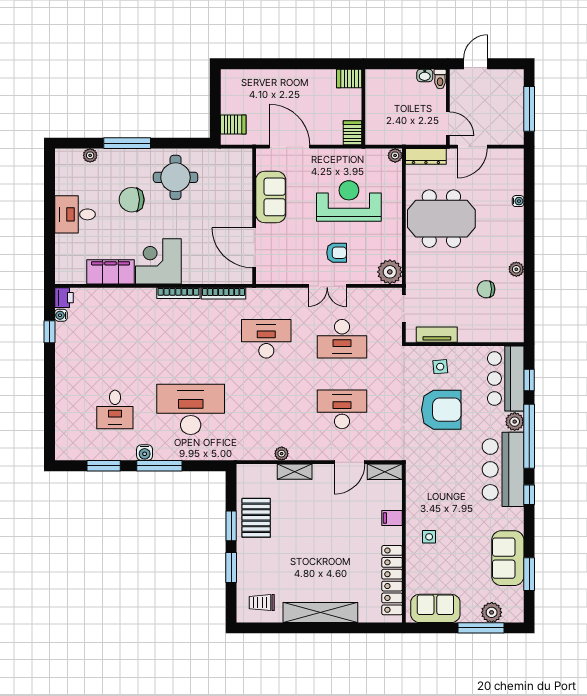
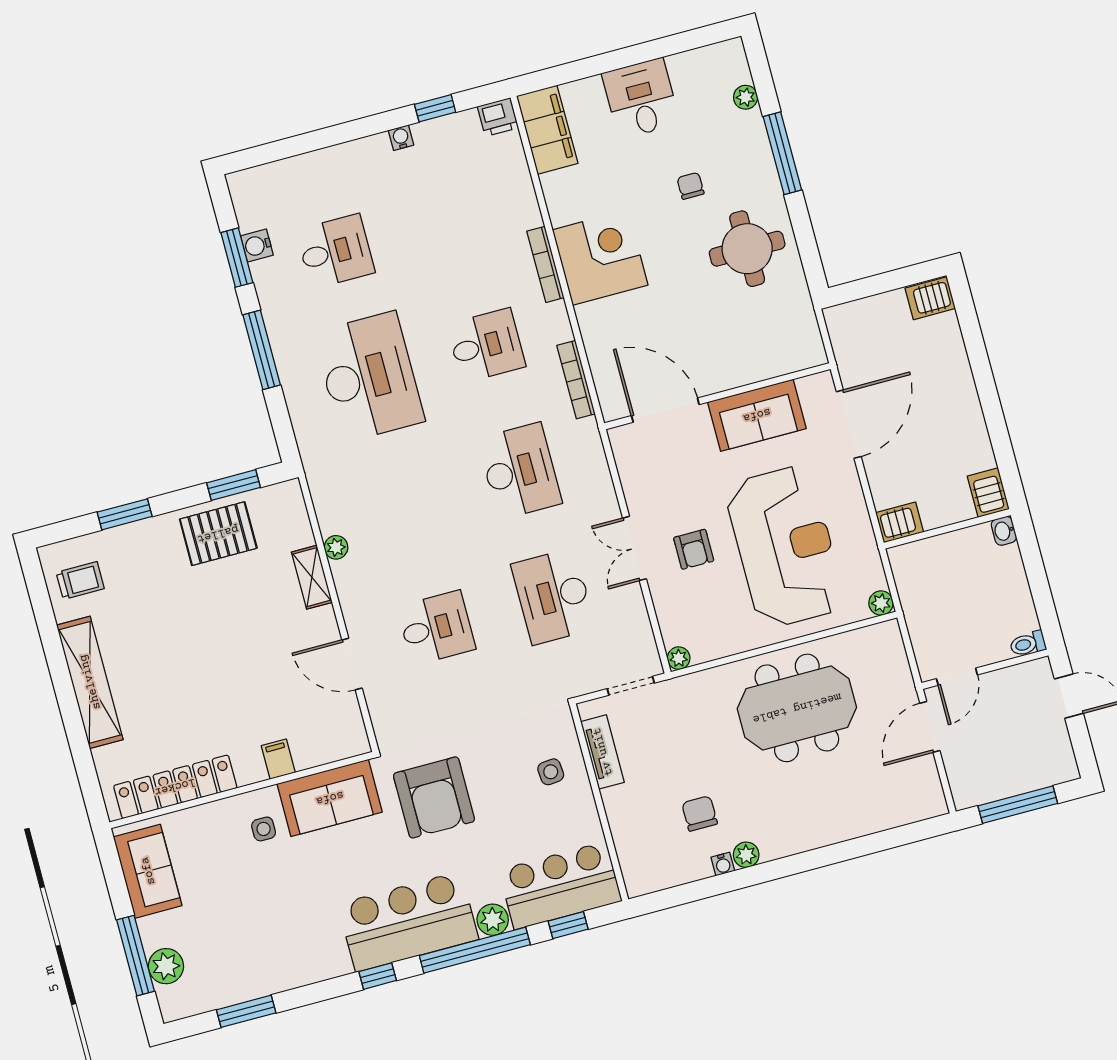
washbasin: (425, 75) -> (1004, 531), moved
server rack: (233, 124) -> (930, 298), moved, turned 90
door: (472, 147) -> (930, 727), hinge flipped
dresser: (426, 156) -> (893, 655), removed
chair: (132, 200) -> (691, 186), width x0.54, depth x0.54
reception desk: (349, 201) -> (785, 547), width x1.36, depth x1.30
water cooler: (518, 201) -> (723, 864), moved
meeting table: (441, 219) -> (797, 708), turned 90
door: (254, 248) -> (665, 410), hinge flipped
filing cabinet: (110, 272) -> (547, 130), moved
plant: (390, 272) -> (679, 658), width x0.53, depth x0.53
bookcase: (178, 293) -> (545, 264), moved
water cooler: (61, 315) -> (401, 138), moved
desk: (191, 339) -> (486, 345), added
desk: (115, 409) -> (335, 251), turned 180
desk: (342, 409) -> (436, 628), width x0.73
armchair: (441, 410) -> (434, 797), moved
water cooler: (145, 453) -> (257, 245), moved
shelving: (385, 472) -> (352, 726), removed
window: (231, 526) -> (233, 485), moved
sofa: (508, 558) -> (330, 798), moved, turned 180
trolley: (262, 603) -> (80, 581), turned 90

